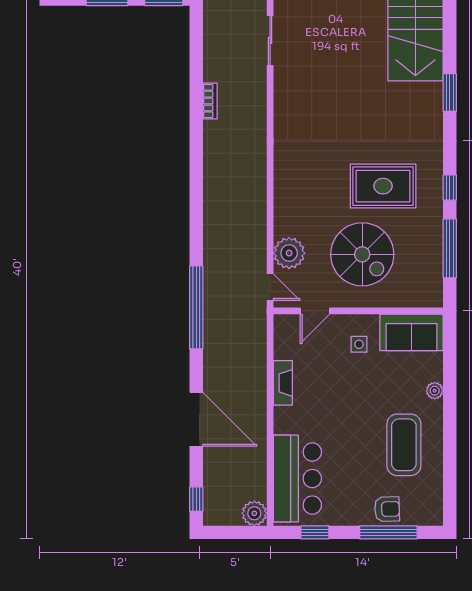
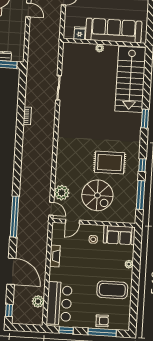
coffee table: (404, 445) -> (112, 290), turned 90
plant: (254, 513) -> (38, 301), moved

